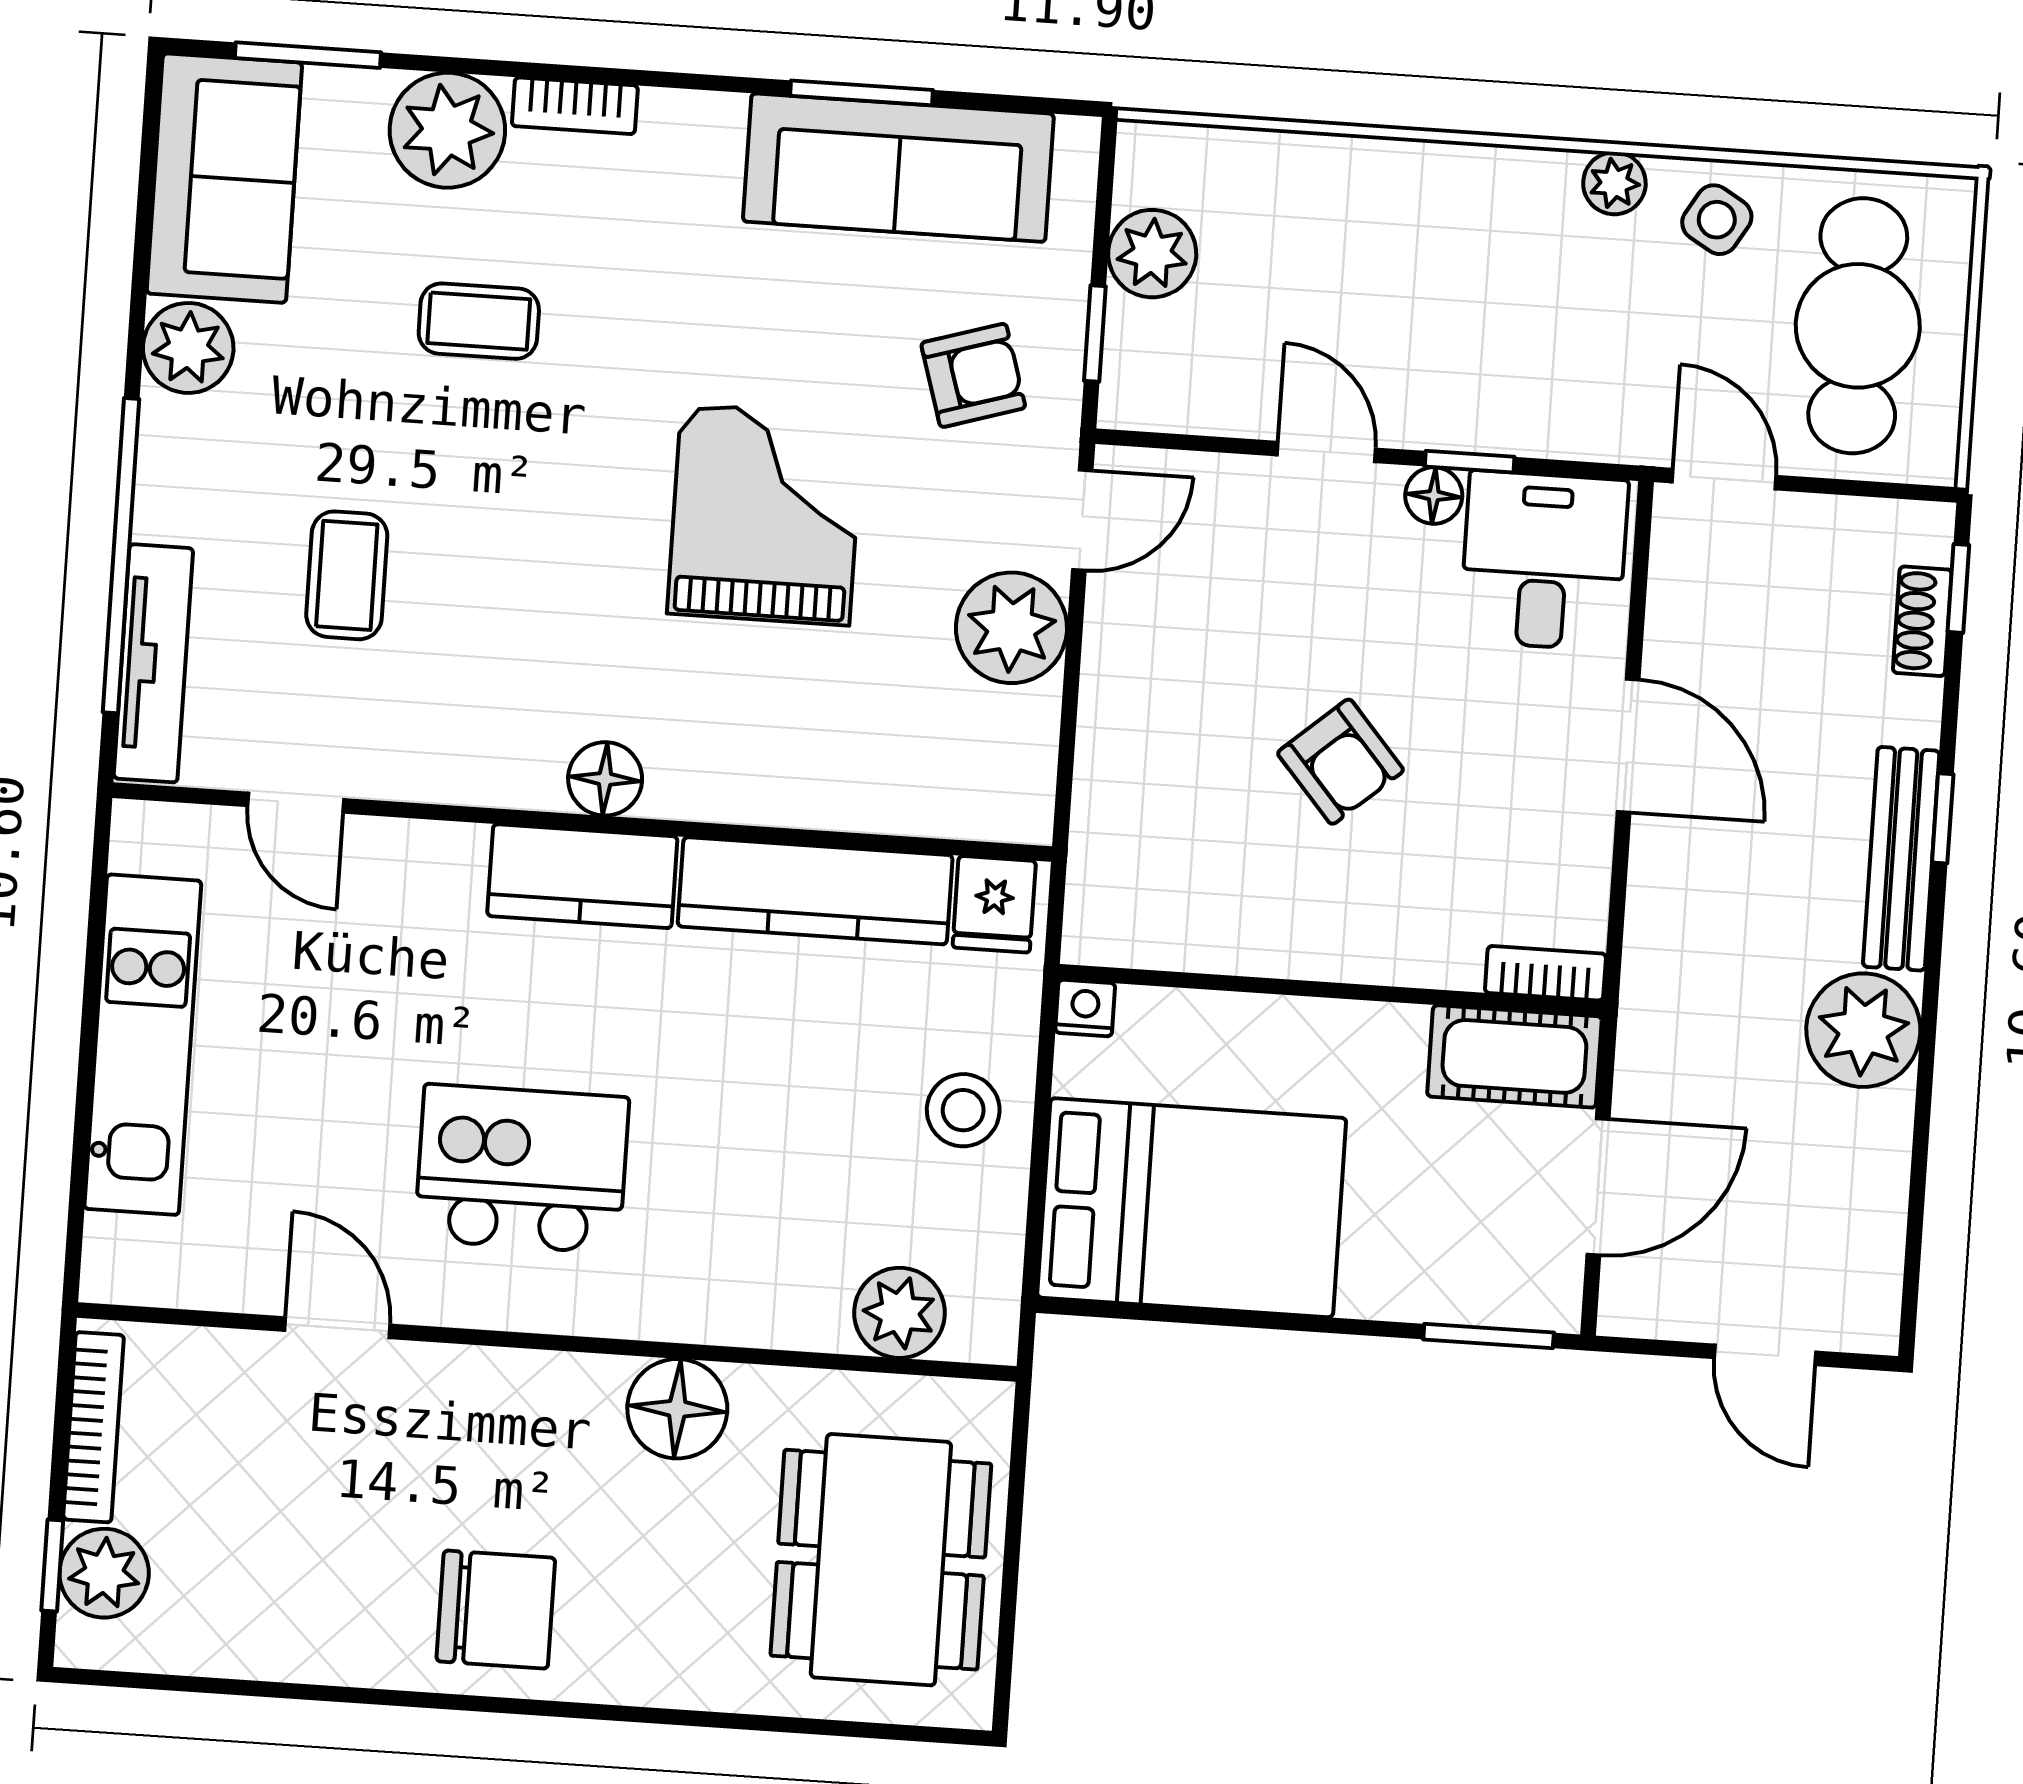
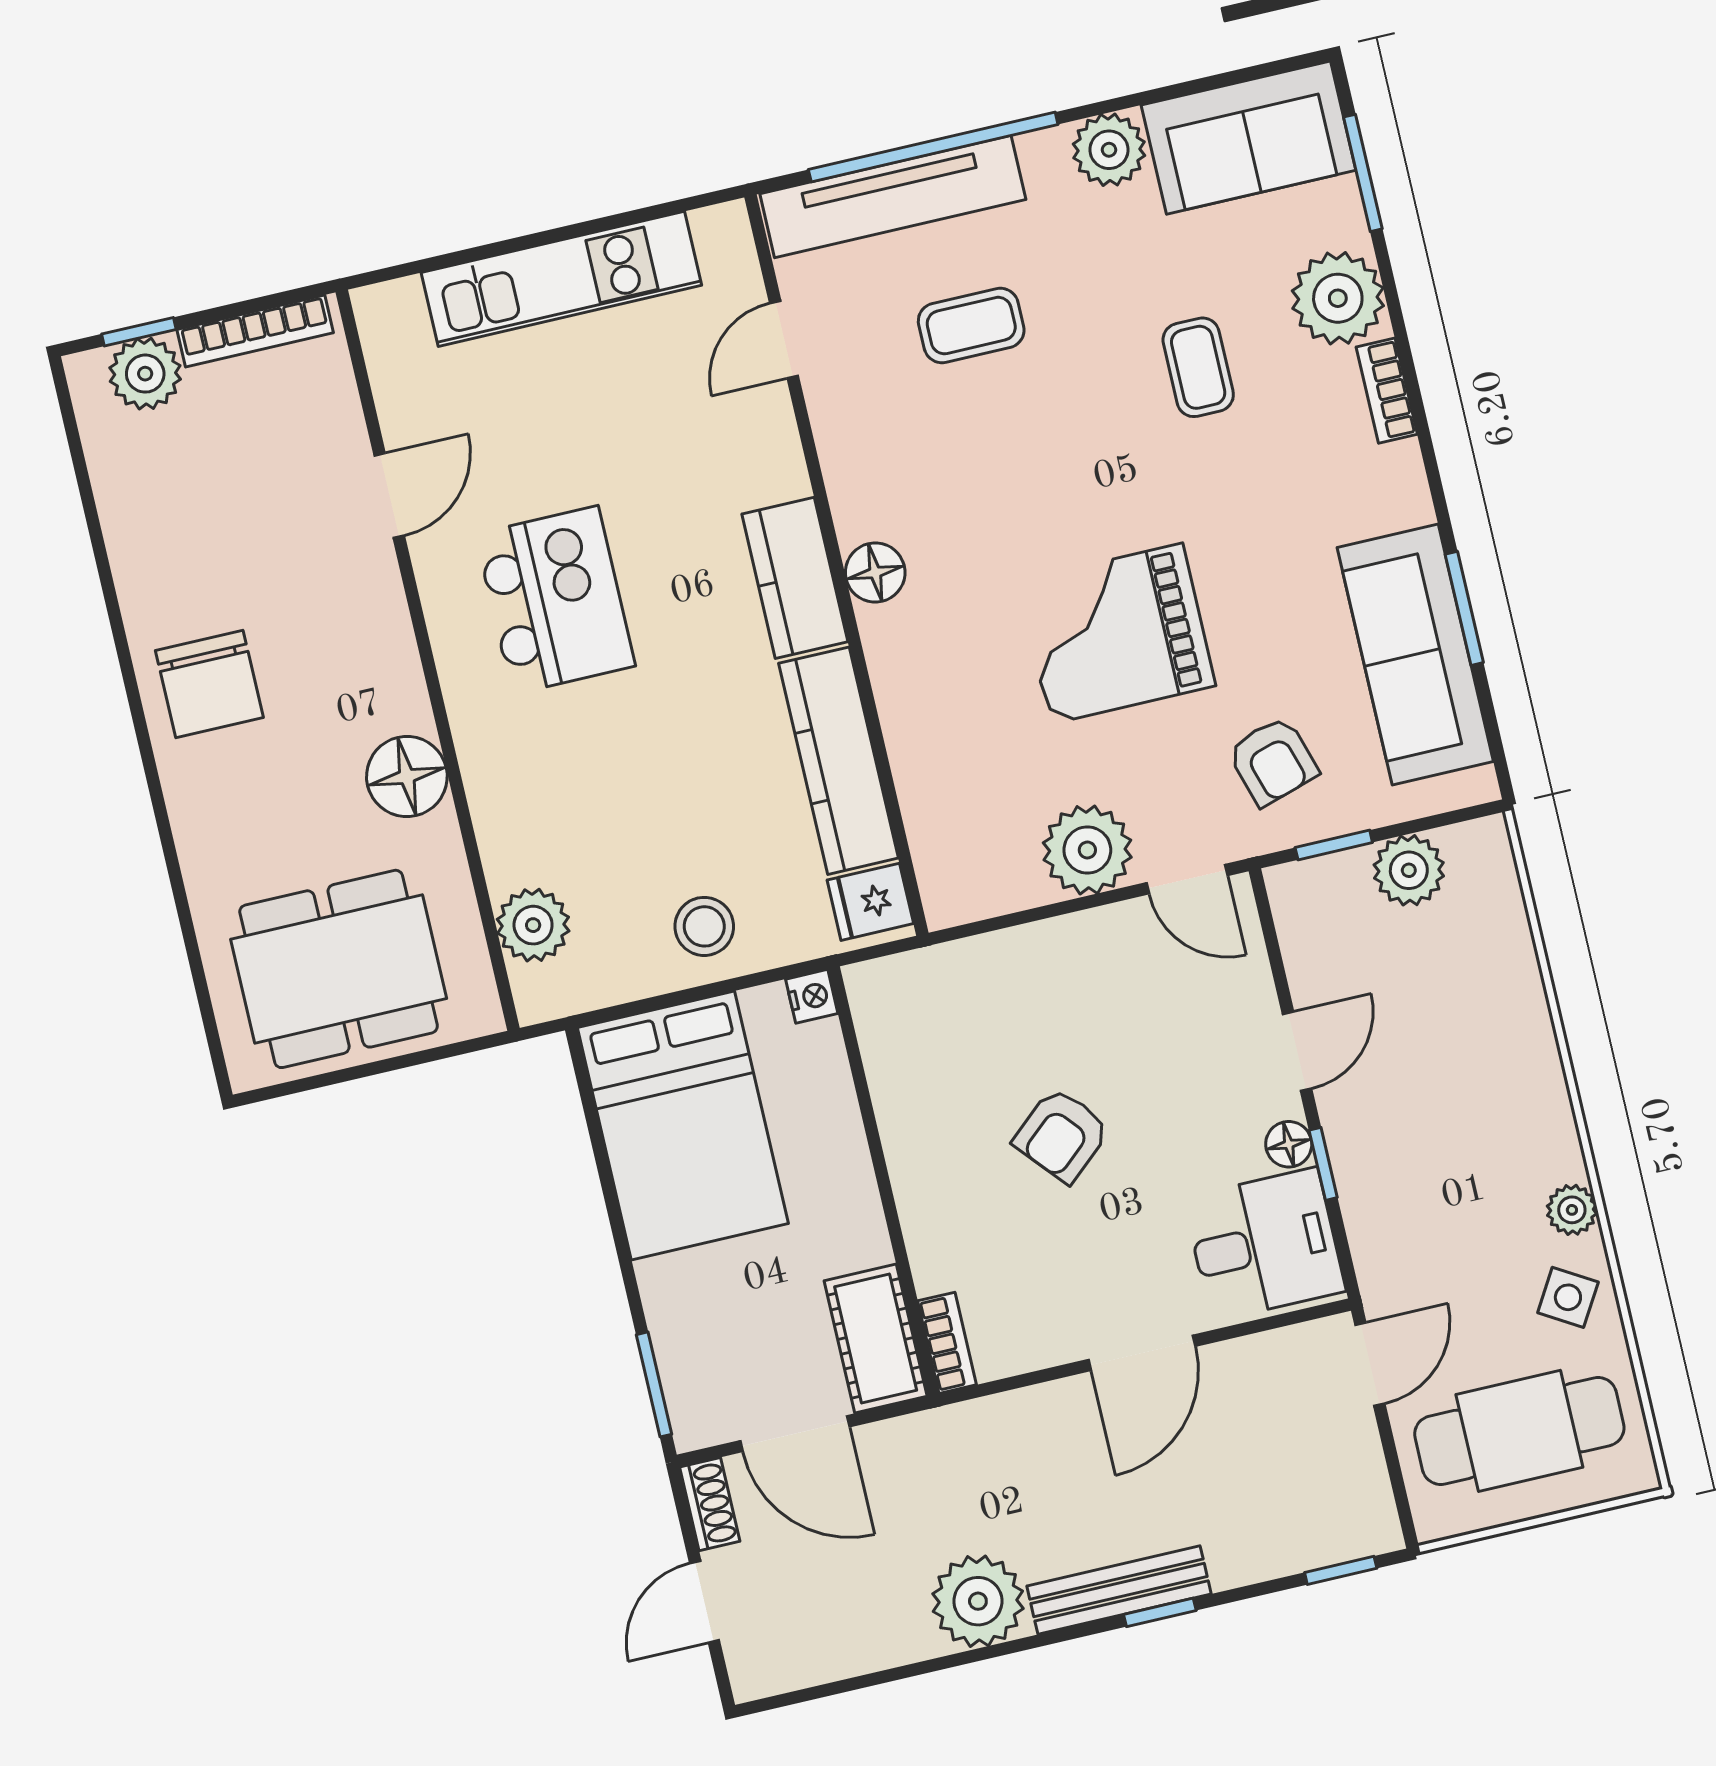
grand piano: (765, 515) -> (1117, 634), turned 180
shoe rack: (1922, 621) -> (710, 1504), moved, turned 90
tv unit: (153, 663) -> (893, 197), width x1.36, depth x1.29

